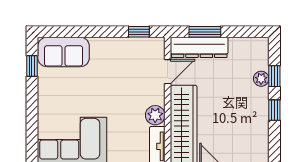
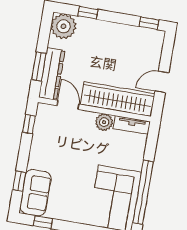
window: (73, 32) -> (19, 181), added
plant: (261, 79) -> (63, 26), moved, width x1.88, depth x1.88
window: (274, 110) -> (149, 23), moved

